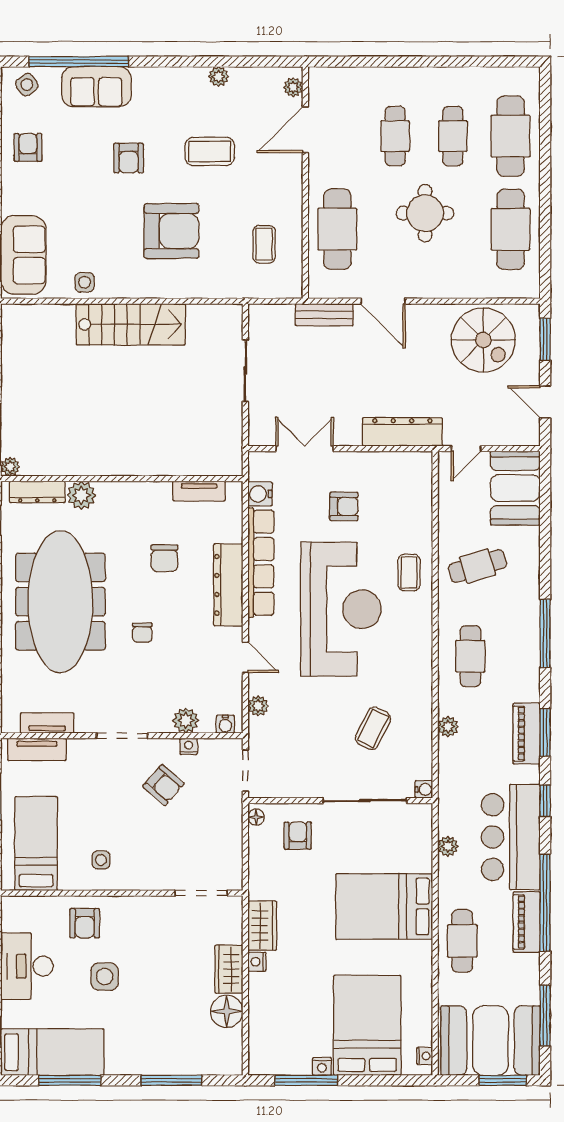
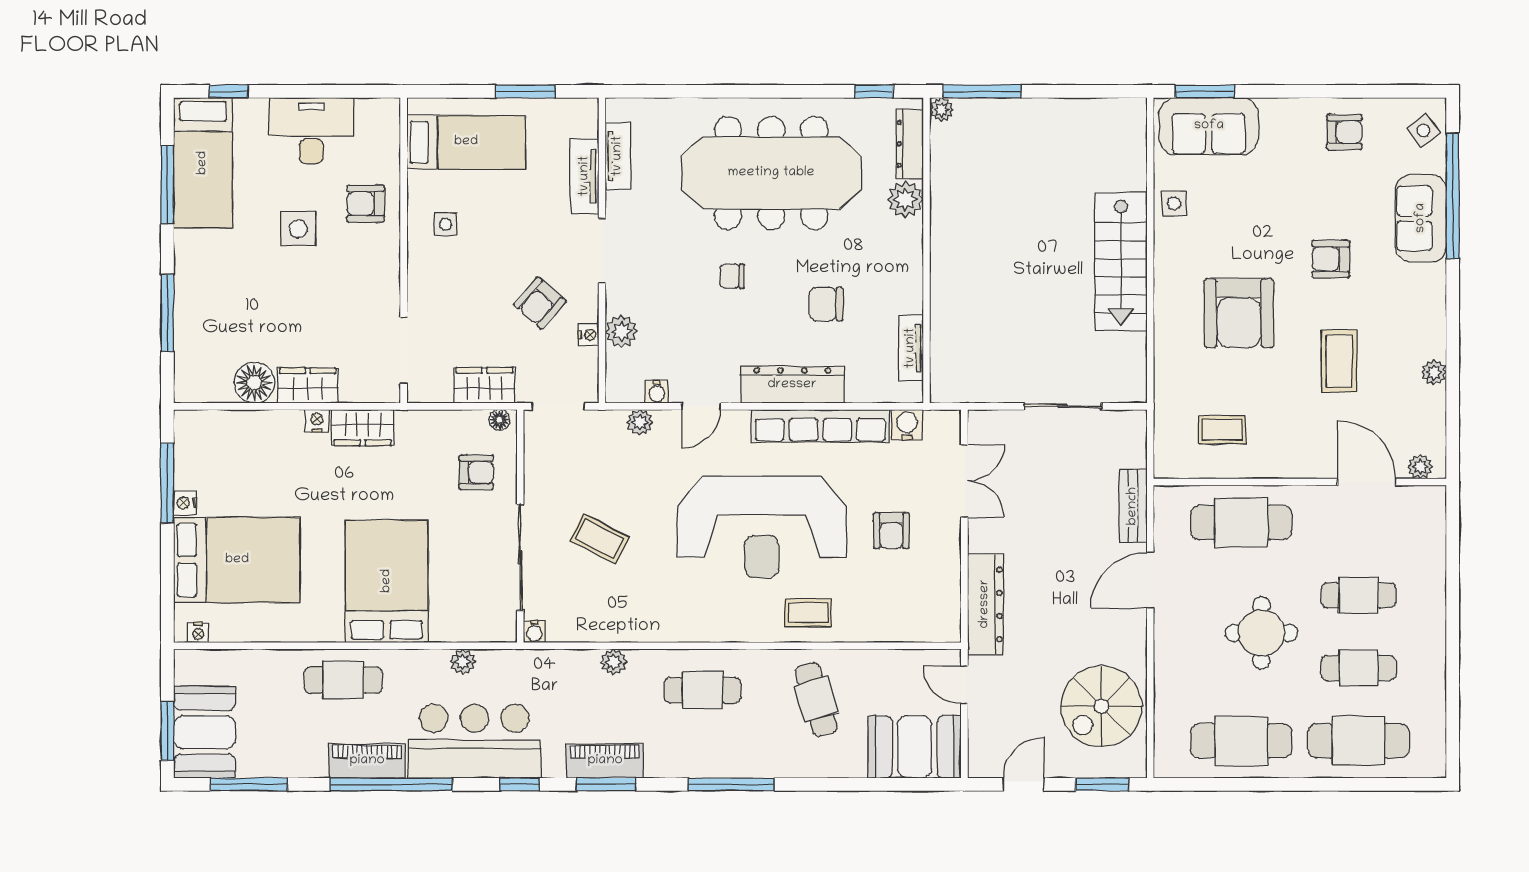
water cooler: (225, 724) -> (657, 392), moved, turned -90
coffee table: (373, 728) -> (599, 539), moved
tv unit: (37, 749) -> (585, 176), moved
wardrobe: (229, 829) -> (484, 385), added
booth: (491, 1041) -> (204, 732), width x0.73, depth x0.70

